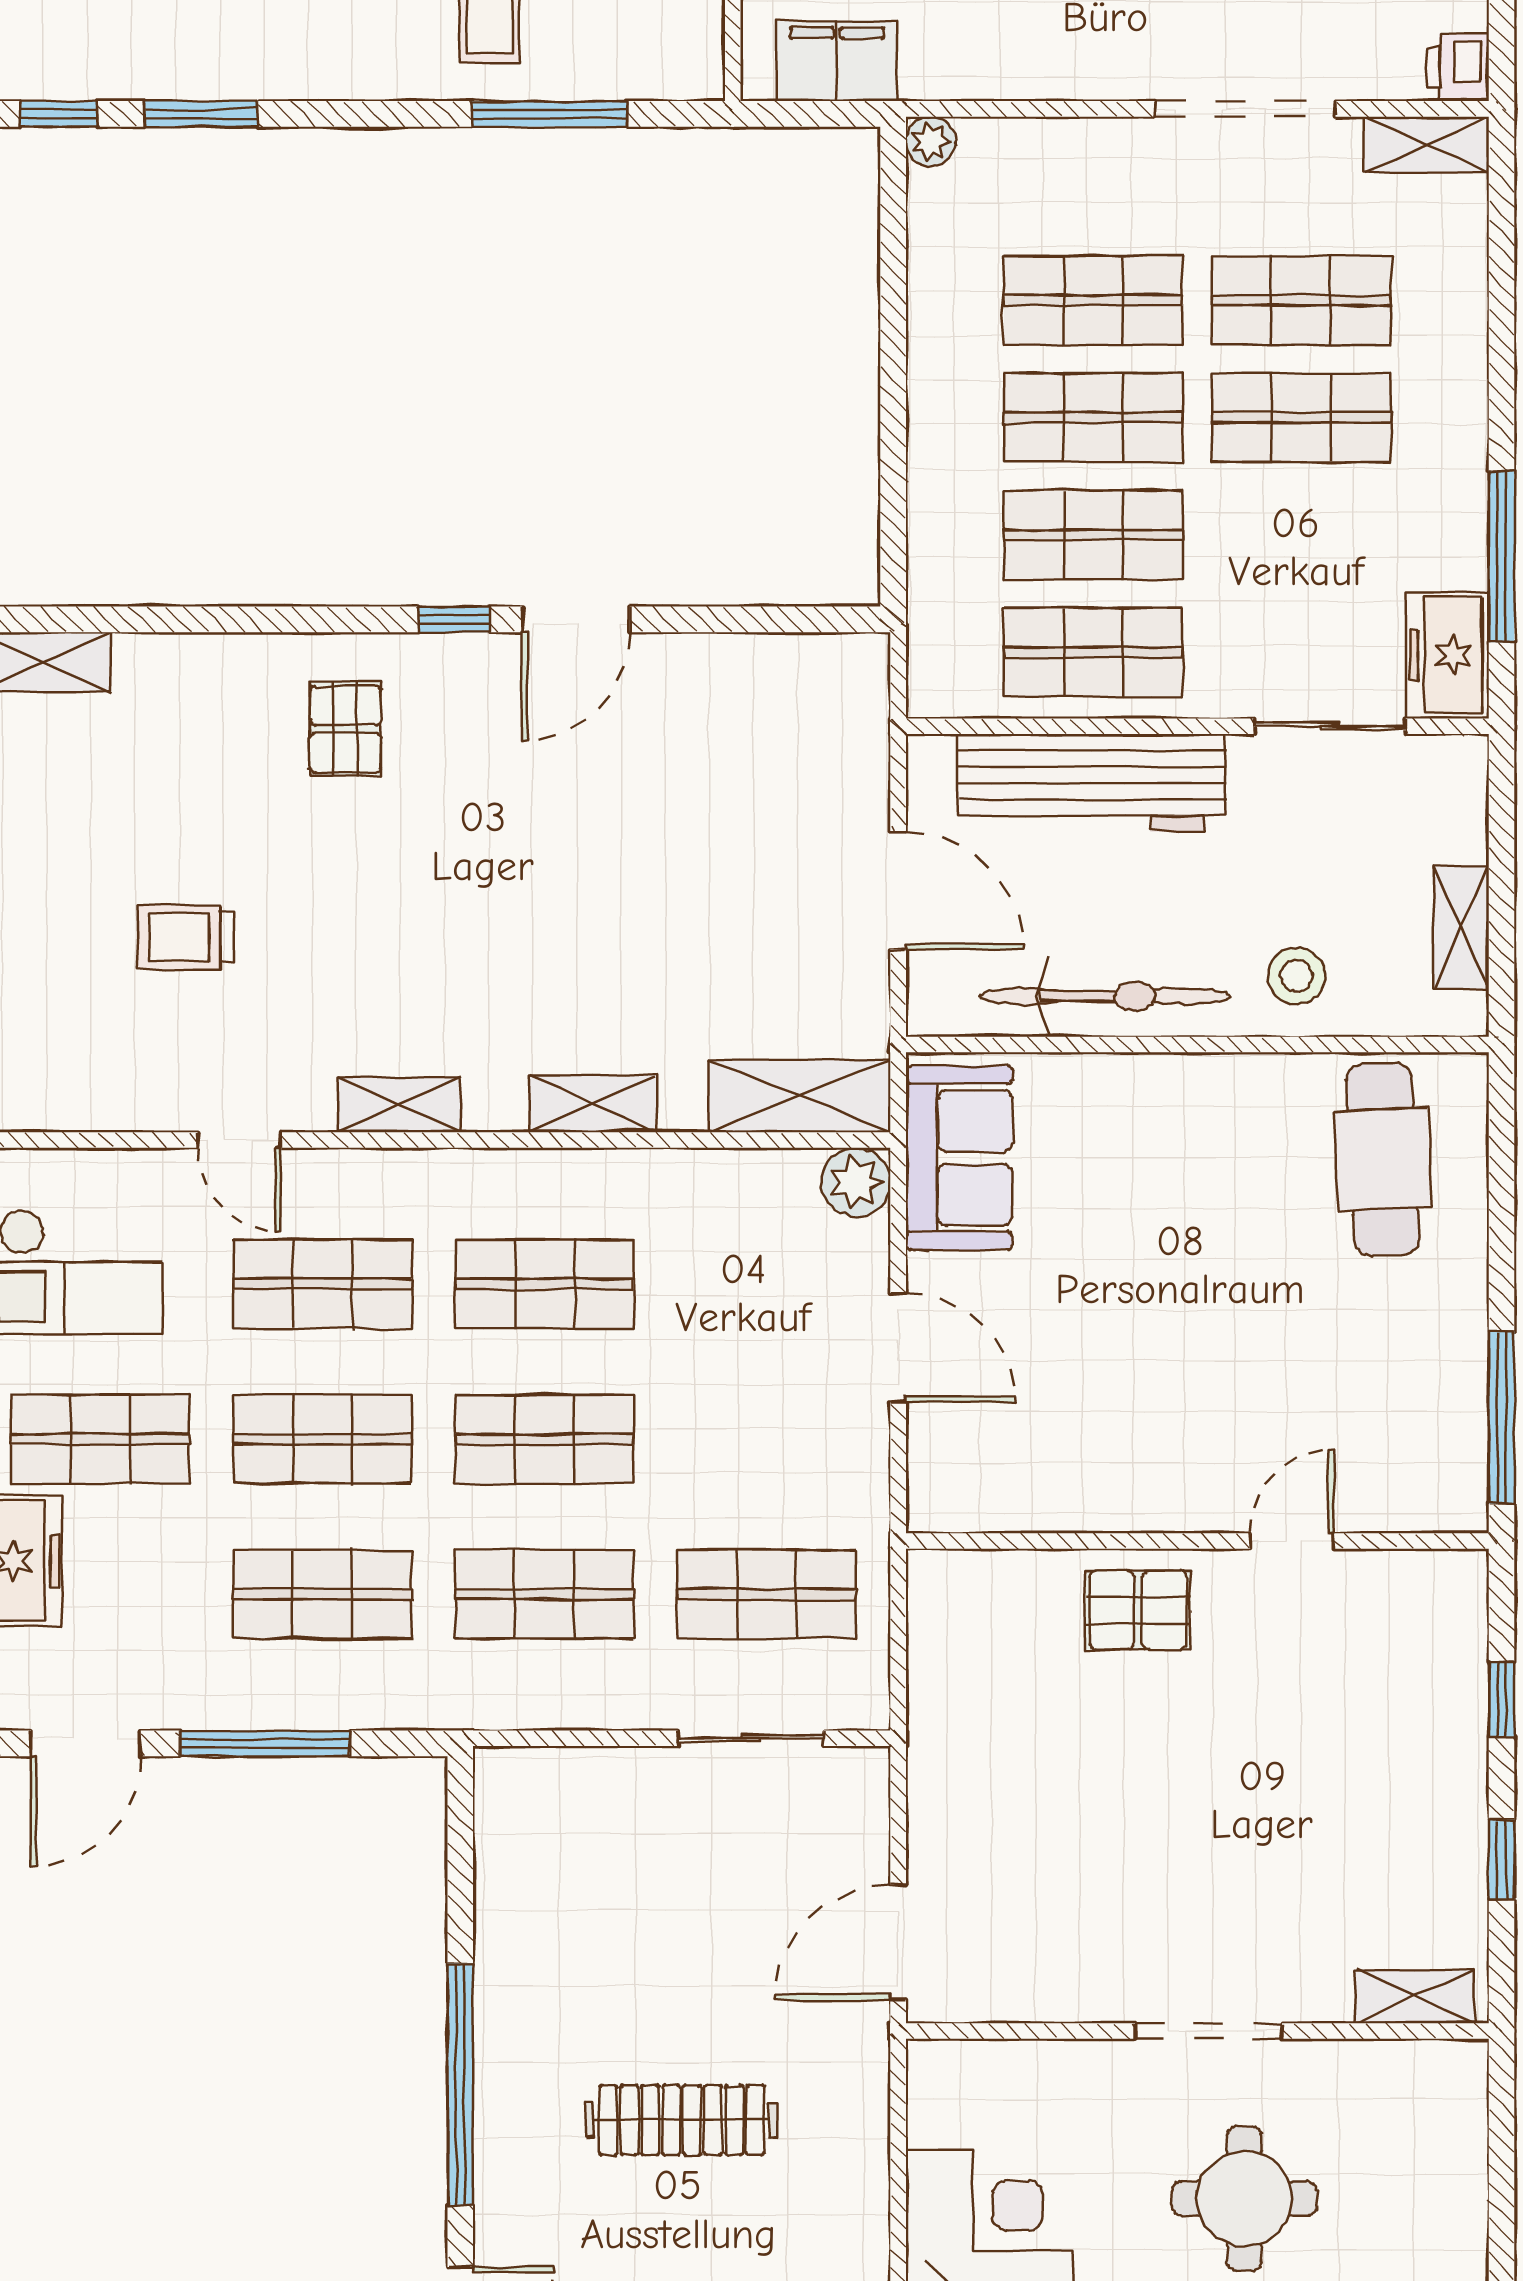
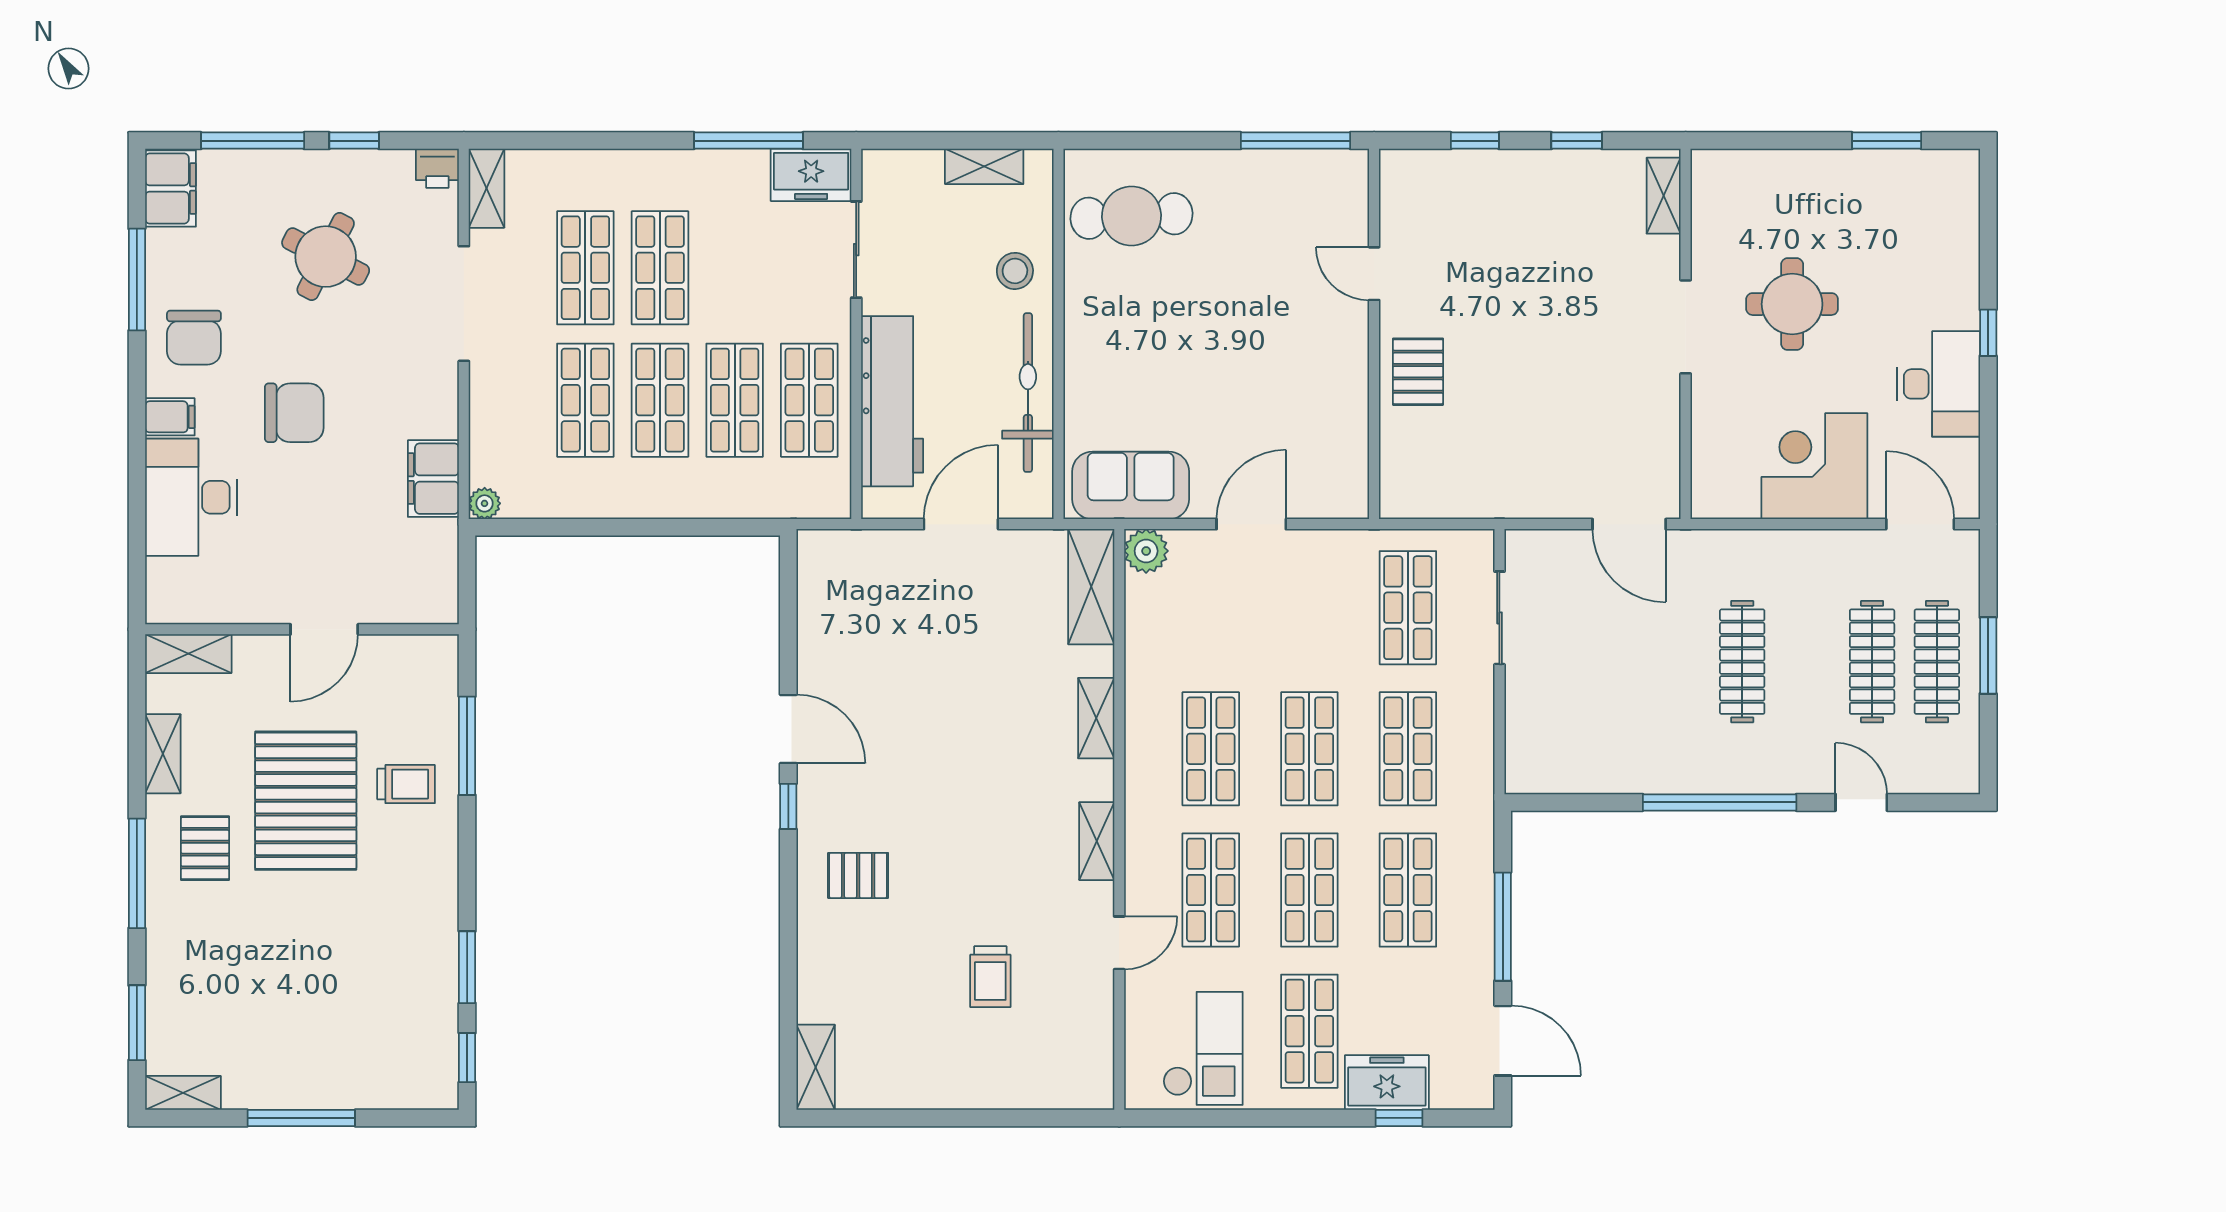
filing cabinet: (837, 61) -> (433, 479), moved

